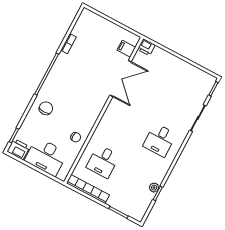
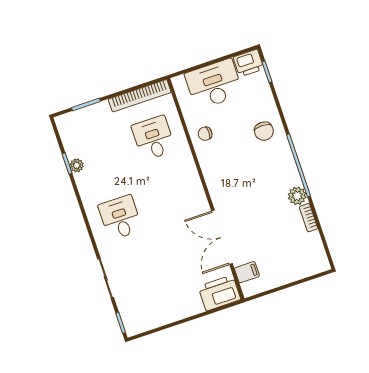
printer: (146, 47) -> (219, 293), width x1.87, depth x1.48
plant: (63, 60) -> (297, 196), added

